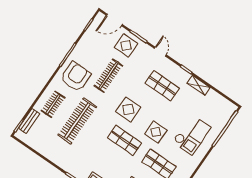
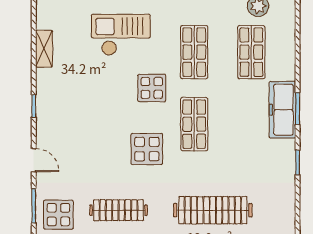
door: (160, 52) -> (34, 160), swing flipped
shelving: (199, 85) -> (44, 49), moved
shop shelf: (162, 86) -> (80, 124), removed

